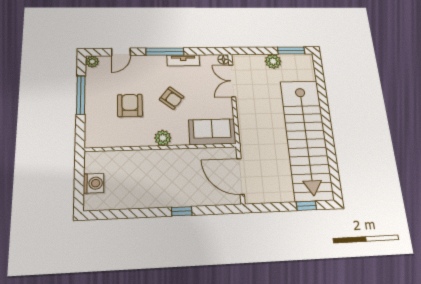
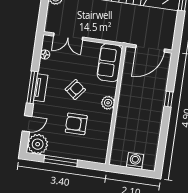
door: (121, 52) -> (27, 124), hinge flipped
floor lamp: (223, 59) -> (45, 54), moved
tv unit: (183, 60) -> (41, 88), moved
plant: (92, 62) -> (38, 144), width x1.87, depth x1.87

